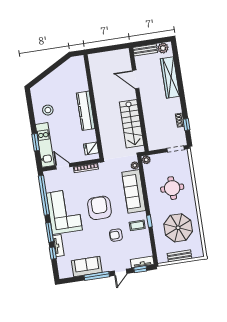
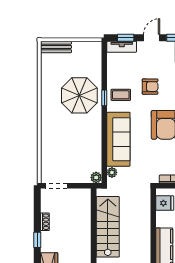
window: (186, 125) -> (37, 240), moved
round table: (172, 188) -> (68, 136), removed
parasol: (178, 228) -> (79, 95), moved
bench: (180, 256) -> (56, 47), moved

